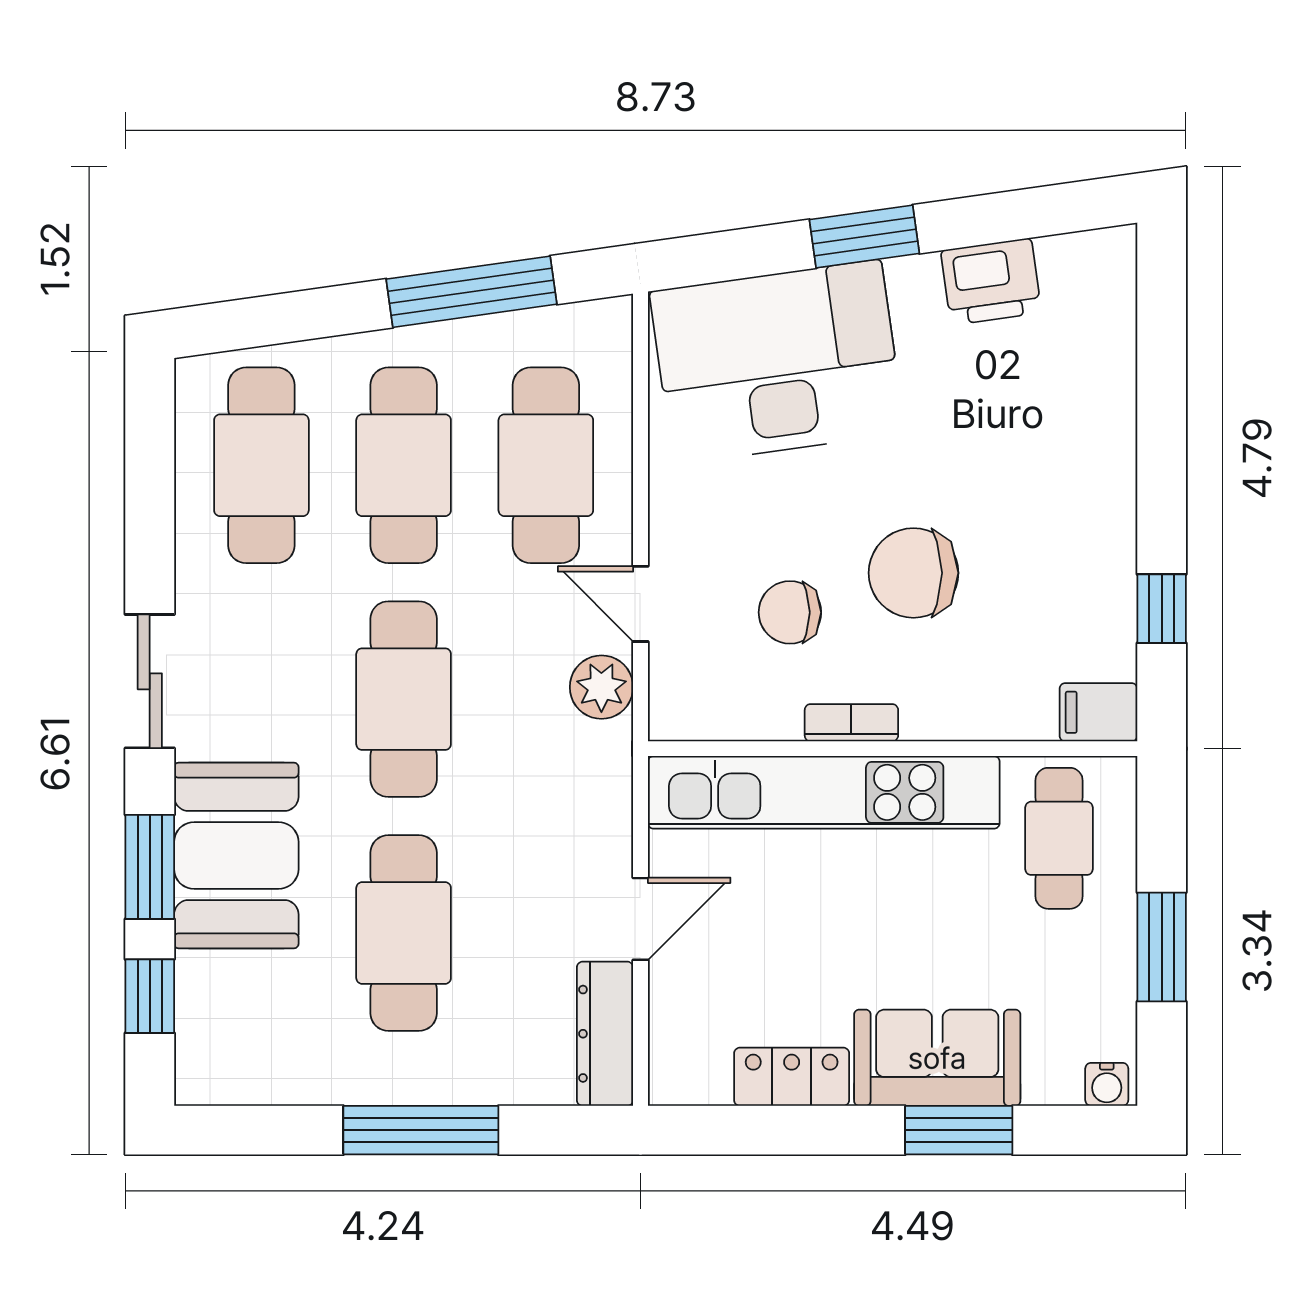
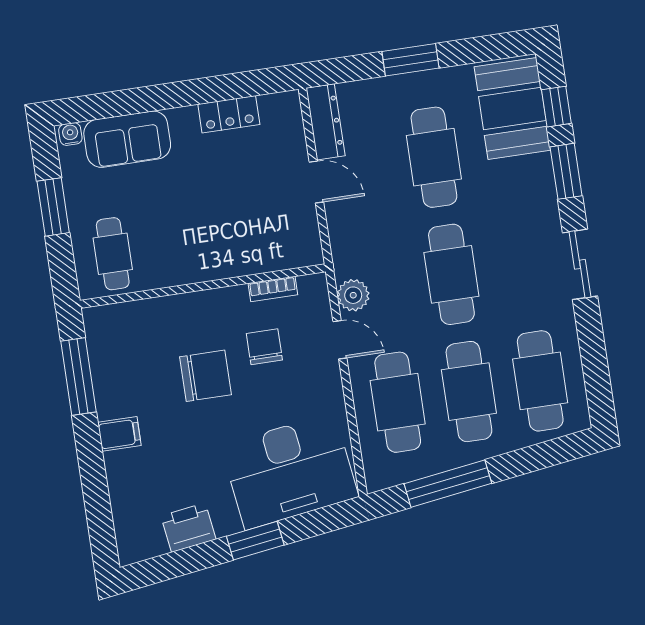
window: (1162, 609) -> (79, 376), width x2.17
chair: (790, 612) -> (264, 347), turned -90
filing cabinet: (1098, 712) -> (119, 434), moved
bookcase: (851, 723) -> (273, 289), moved
kitchen unit: (824, 792) -> (234, 259), removed
booth: (236, 856) -> (512, 108), moved
door: (640, 919) -> (316, 182), swing flipped
sofa: (937, 1058) -> (127, 139), moved
window: (421, 1130) -> (411, 60), width x0.69
window: (959, 1130) -> (141, 100), removed

